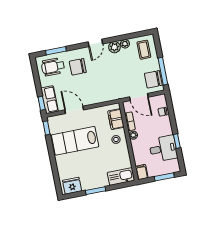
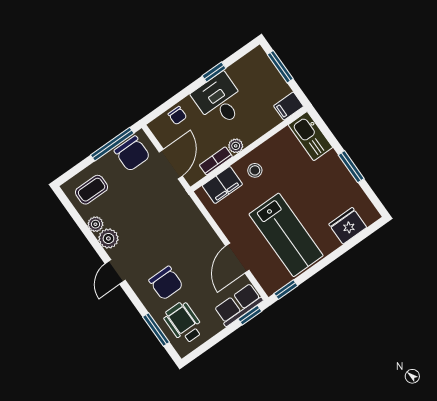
door: (95, 43) -> (115, 272), swing flipped
wheelchair: (53, 67) -> (183, 323), turned 180
desk: (163, 149) -> (219, 100), moved
fridge: (72, 186) -> (348, 226), moved, turned 90

